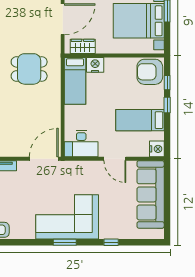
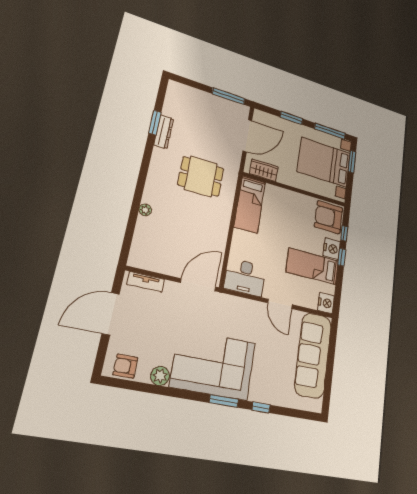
nightstand: (95, 65) -> (332, 249), moved, turned 90
plant: (28, 232) -> (160, 376), added
window: (65, 242) -> (224, 401), moved

